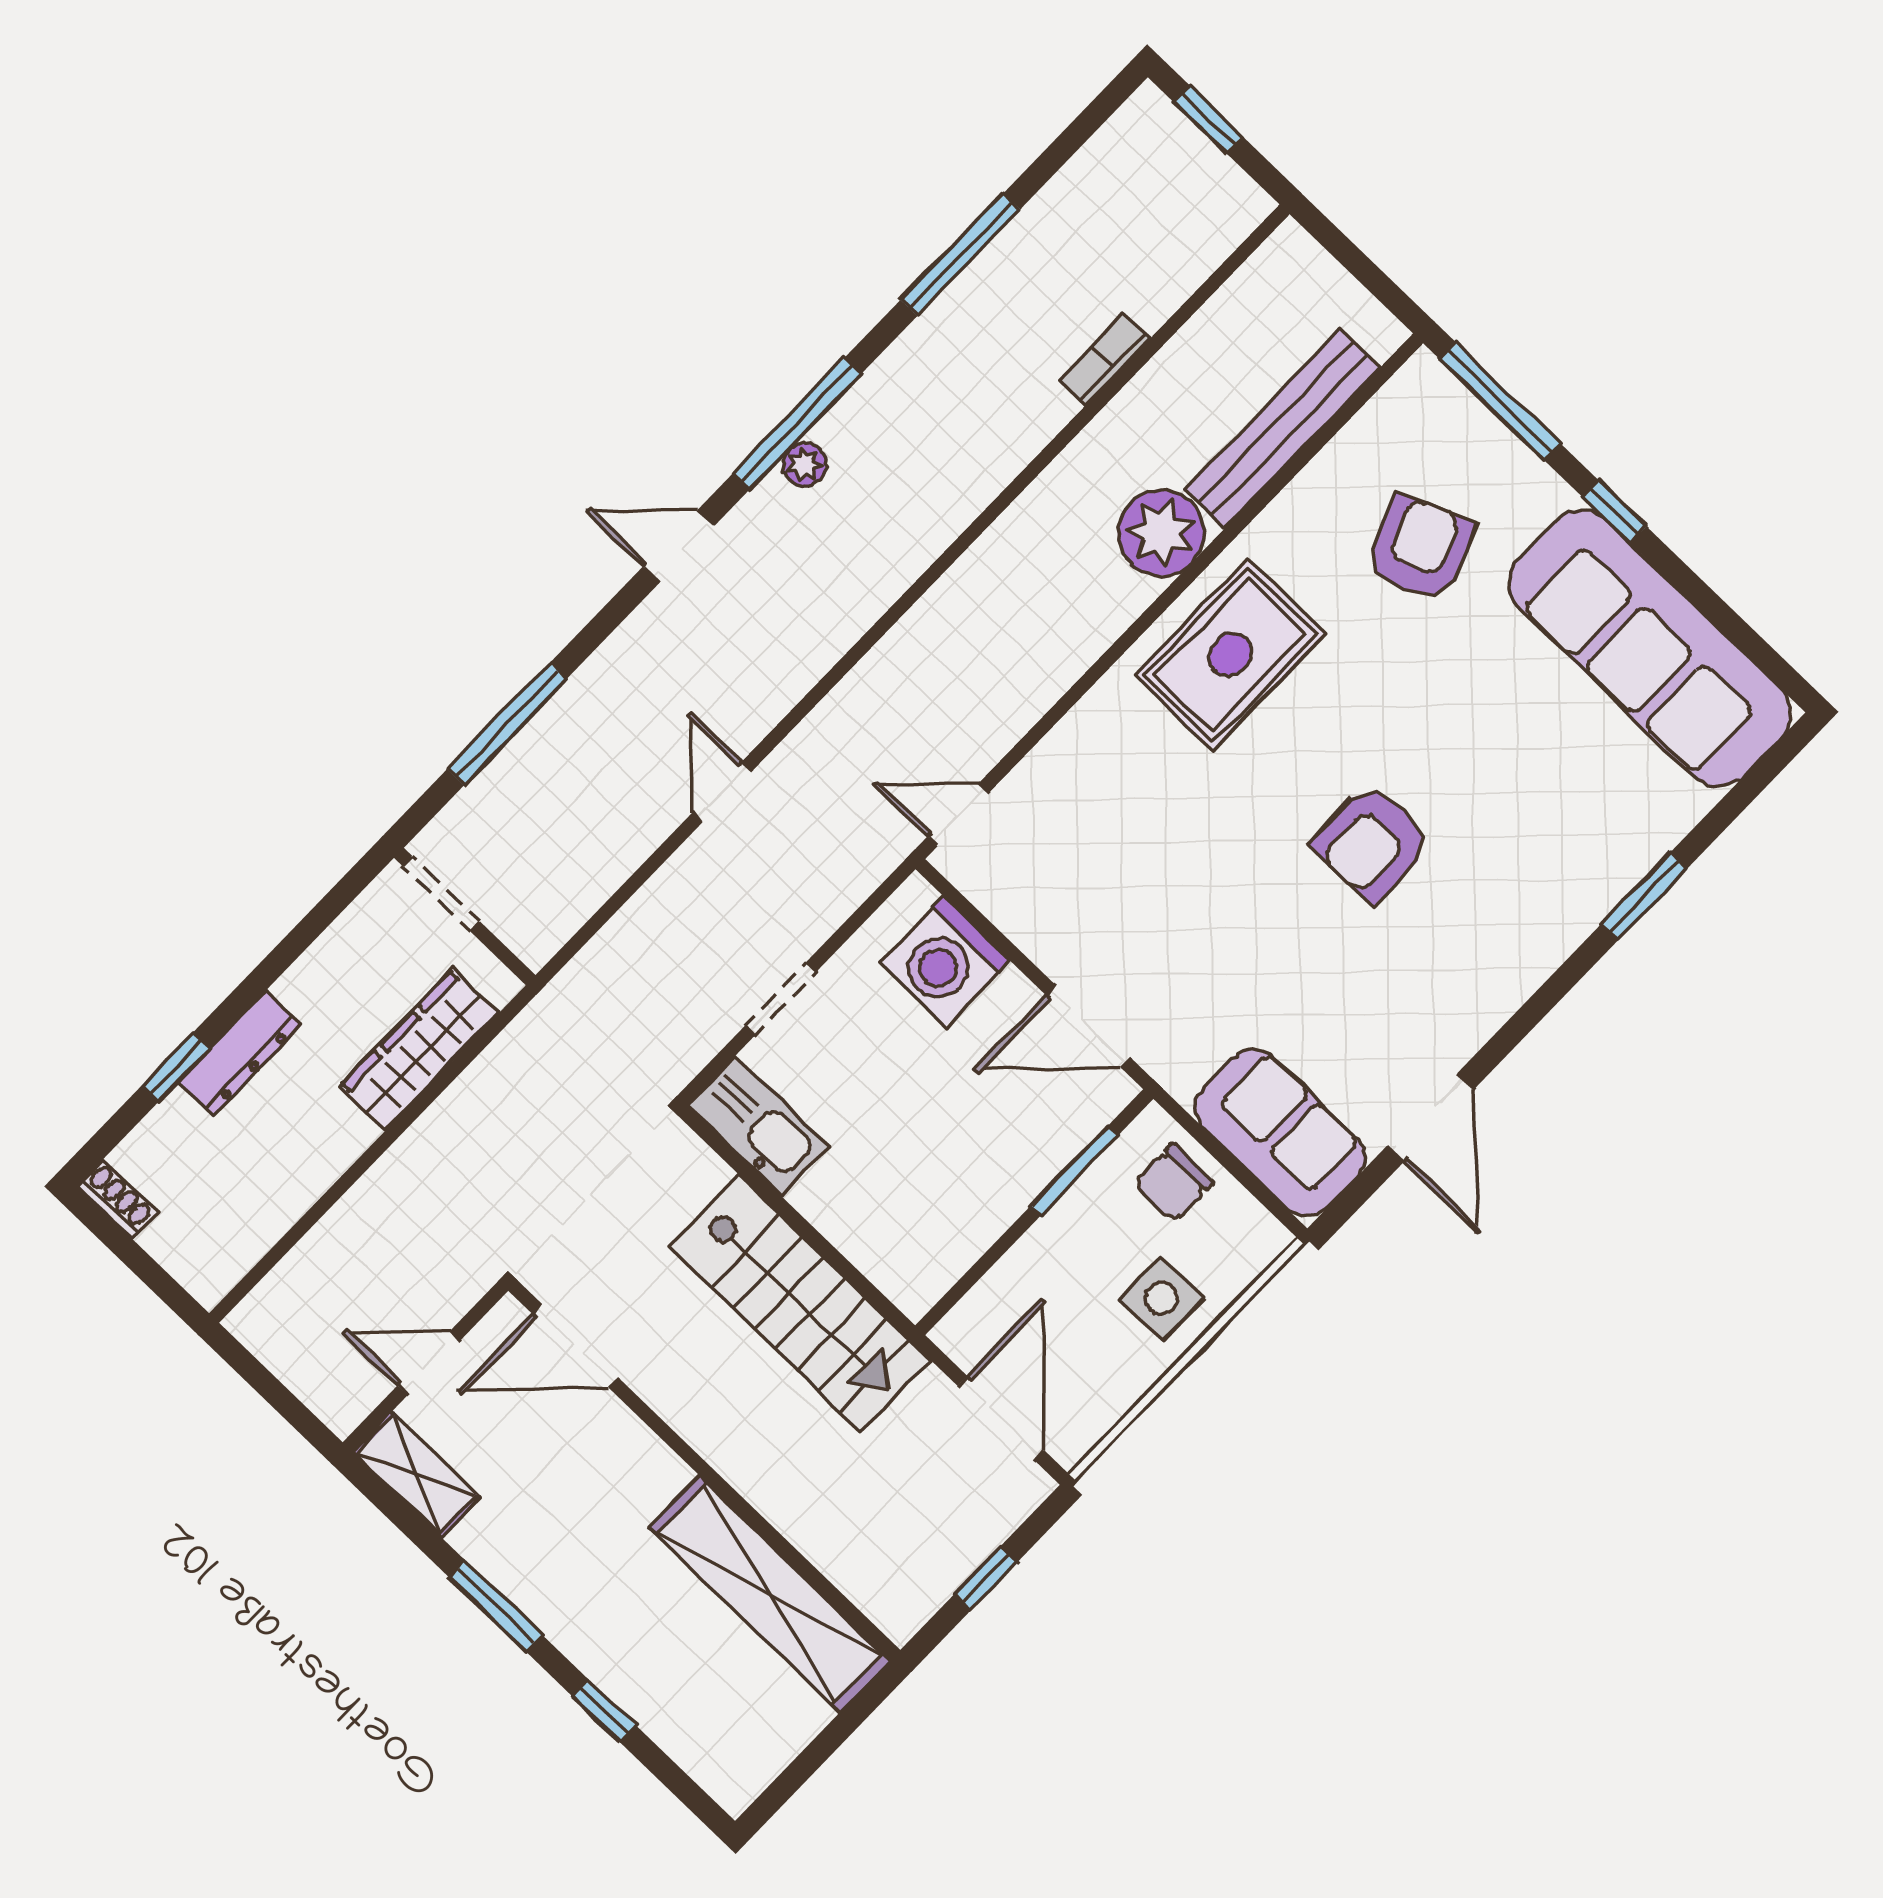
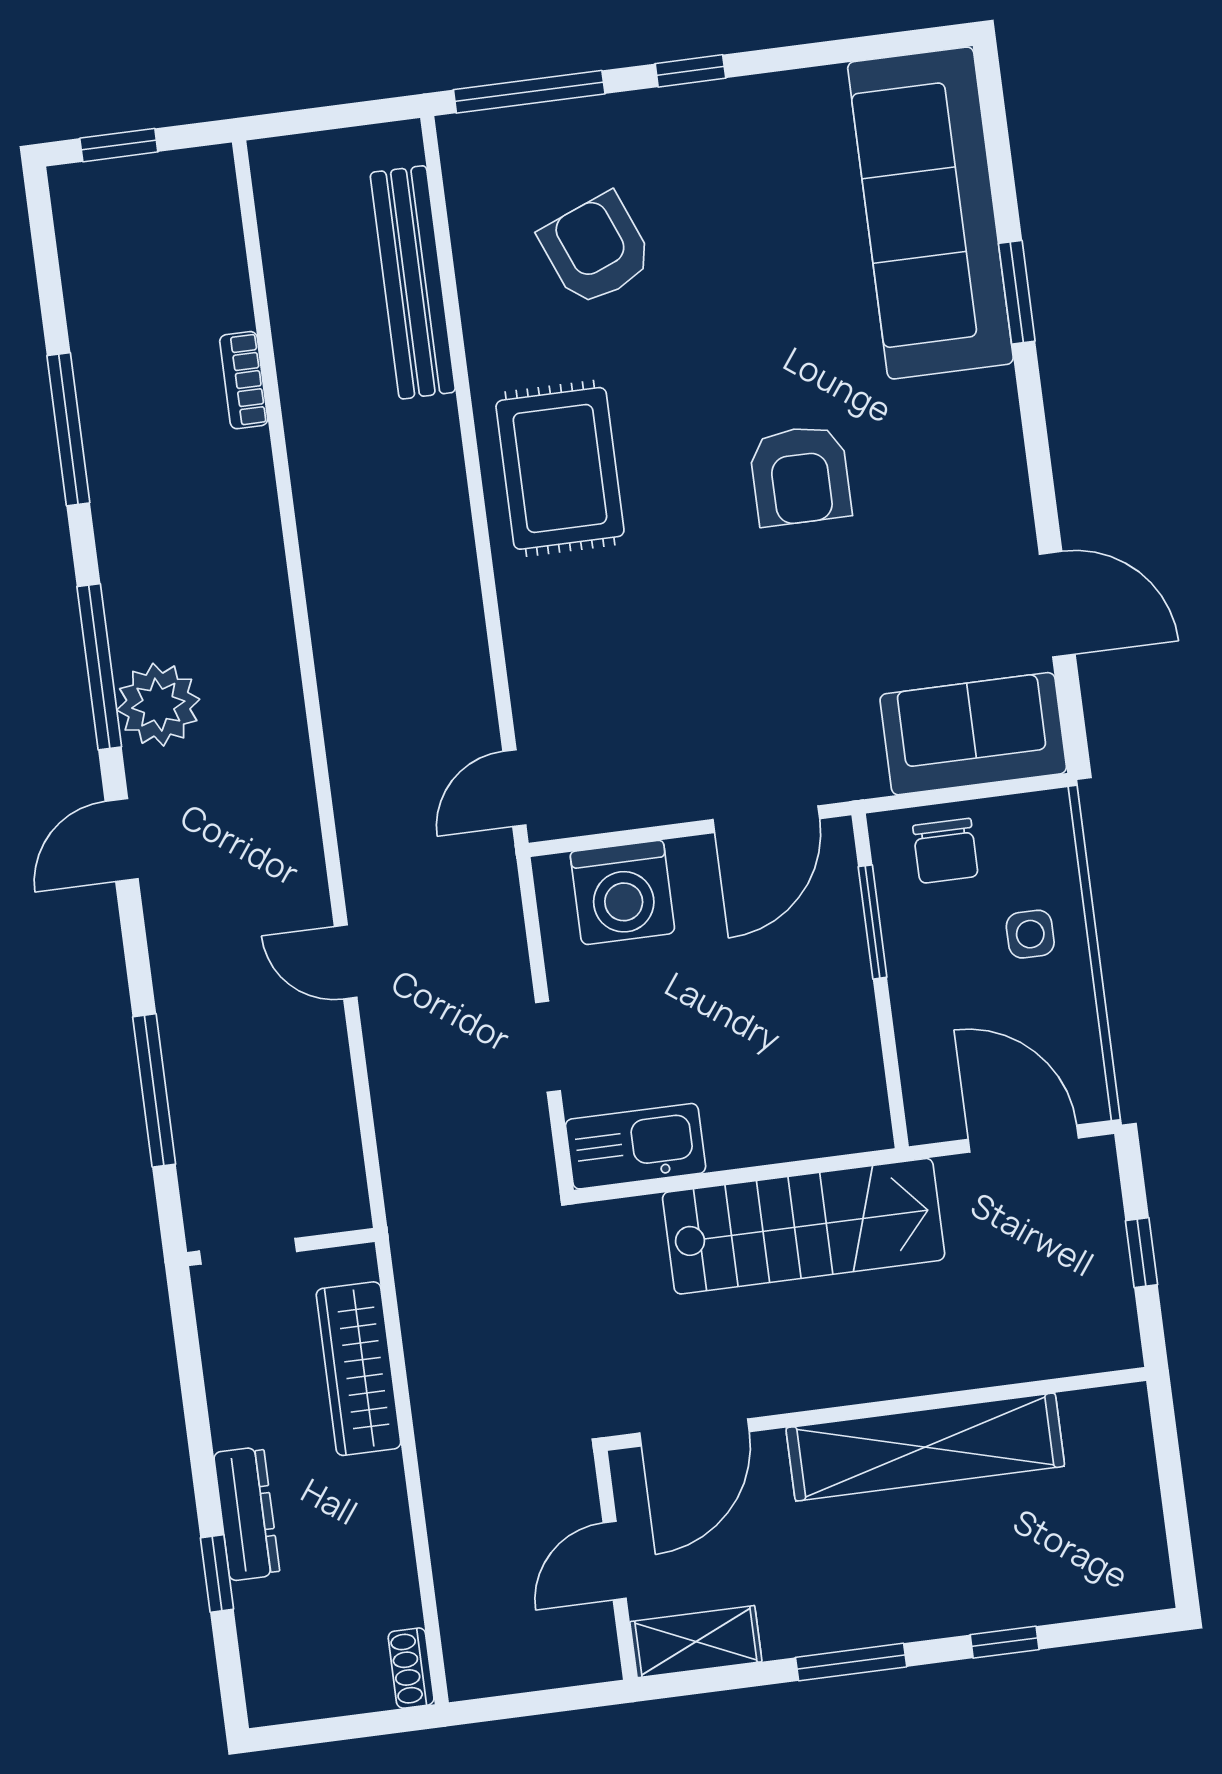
plant: (804, 464) -> (158, 705), width x1.87, depth x1.87
plant: (1161, 533) -> (418, 446), removed
sofa: (1650, 648) -> (930, 213), moved, turned 90
shoe rack: (117, 1199) -> (411, 1668), moved, turned -90
side table: (1162, 1298) -> (1030, 934), width x0.73, depth x0.73
shelving: (770, 1594) -> (925, 1447), moved

